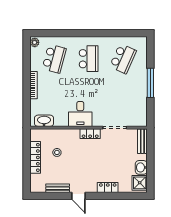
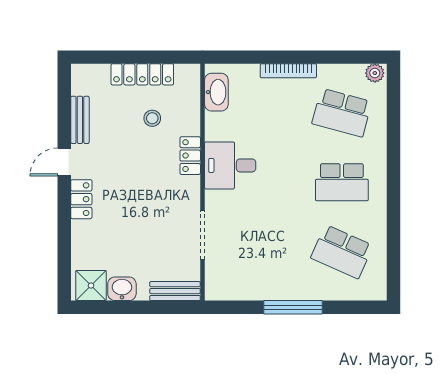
locker: (90, 134) -> (190, 156), moved
locker: (108, 188) -> (81, 199), moved

